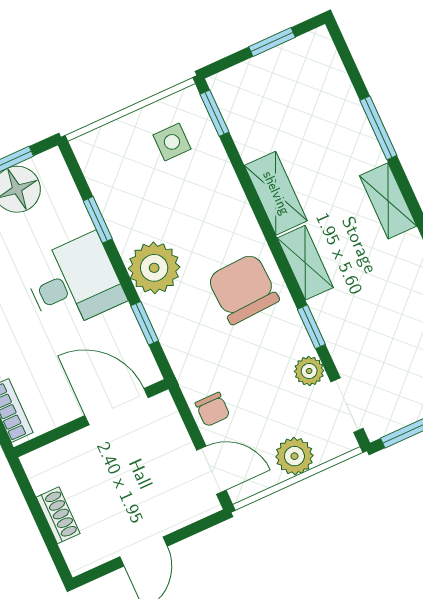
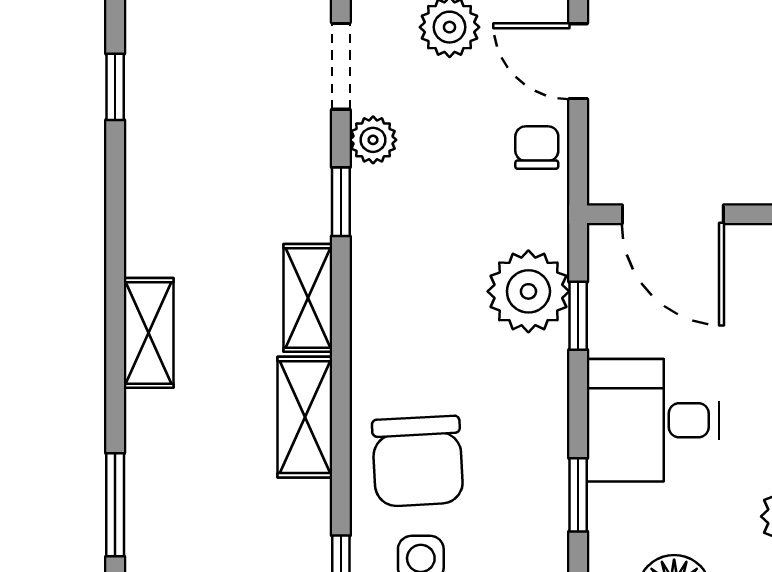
window: (378, 128) -> (115, 505), moved
plant: (154, 268) -> (528, 291), moved
chair: (243, 289) -> (418, 461), moved

